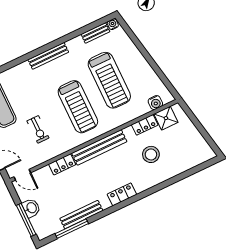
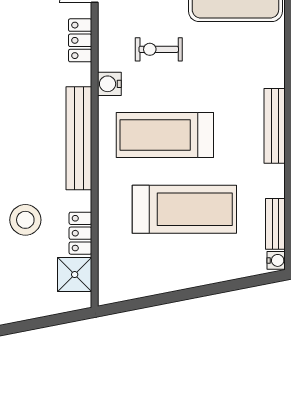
treadmill: (109, 80) -> (184, 209), turned 180
water cooler: (155, 103) -> (109, 84), moved
locker: (62, 164) -> (80, 40), moved

